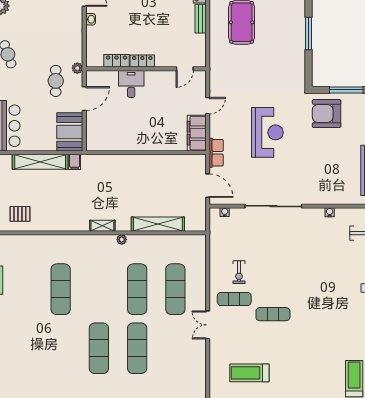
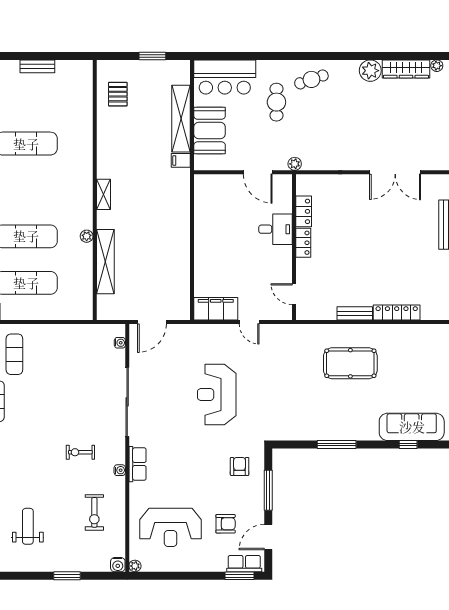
washbasin: (91, 19) -> (354, 180), removed
cafe table: (56, 81) -> (276, 102), moved, turned 90
armchair: (327, 114) -> (240, 466), width x0.53, depth x0.53
booth: (70, 132) -> (210, 131), moved, turned 90
reception desk: (267, 132) -> (217, 394), turned 90
row of seats: (216, 153) -> (137, 464), moved, turned -90
plant: (122, 239) -> (87, 236), moved
exercise bike: (239, 272) -> (80, 452), moved

